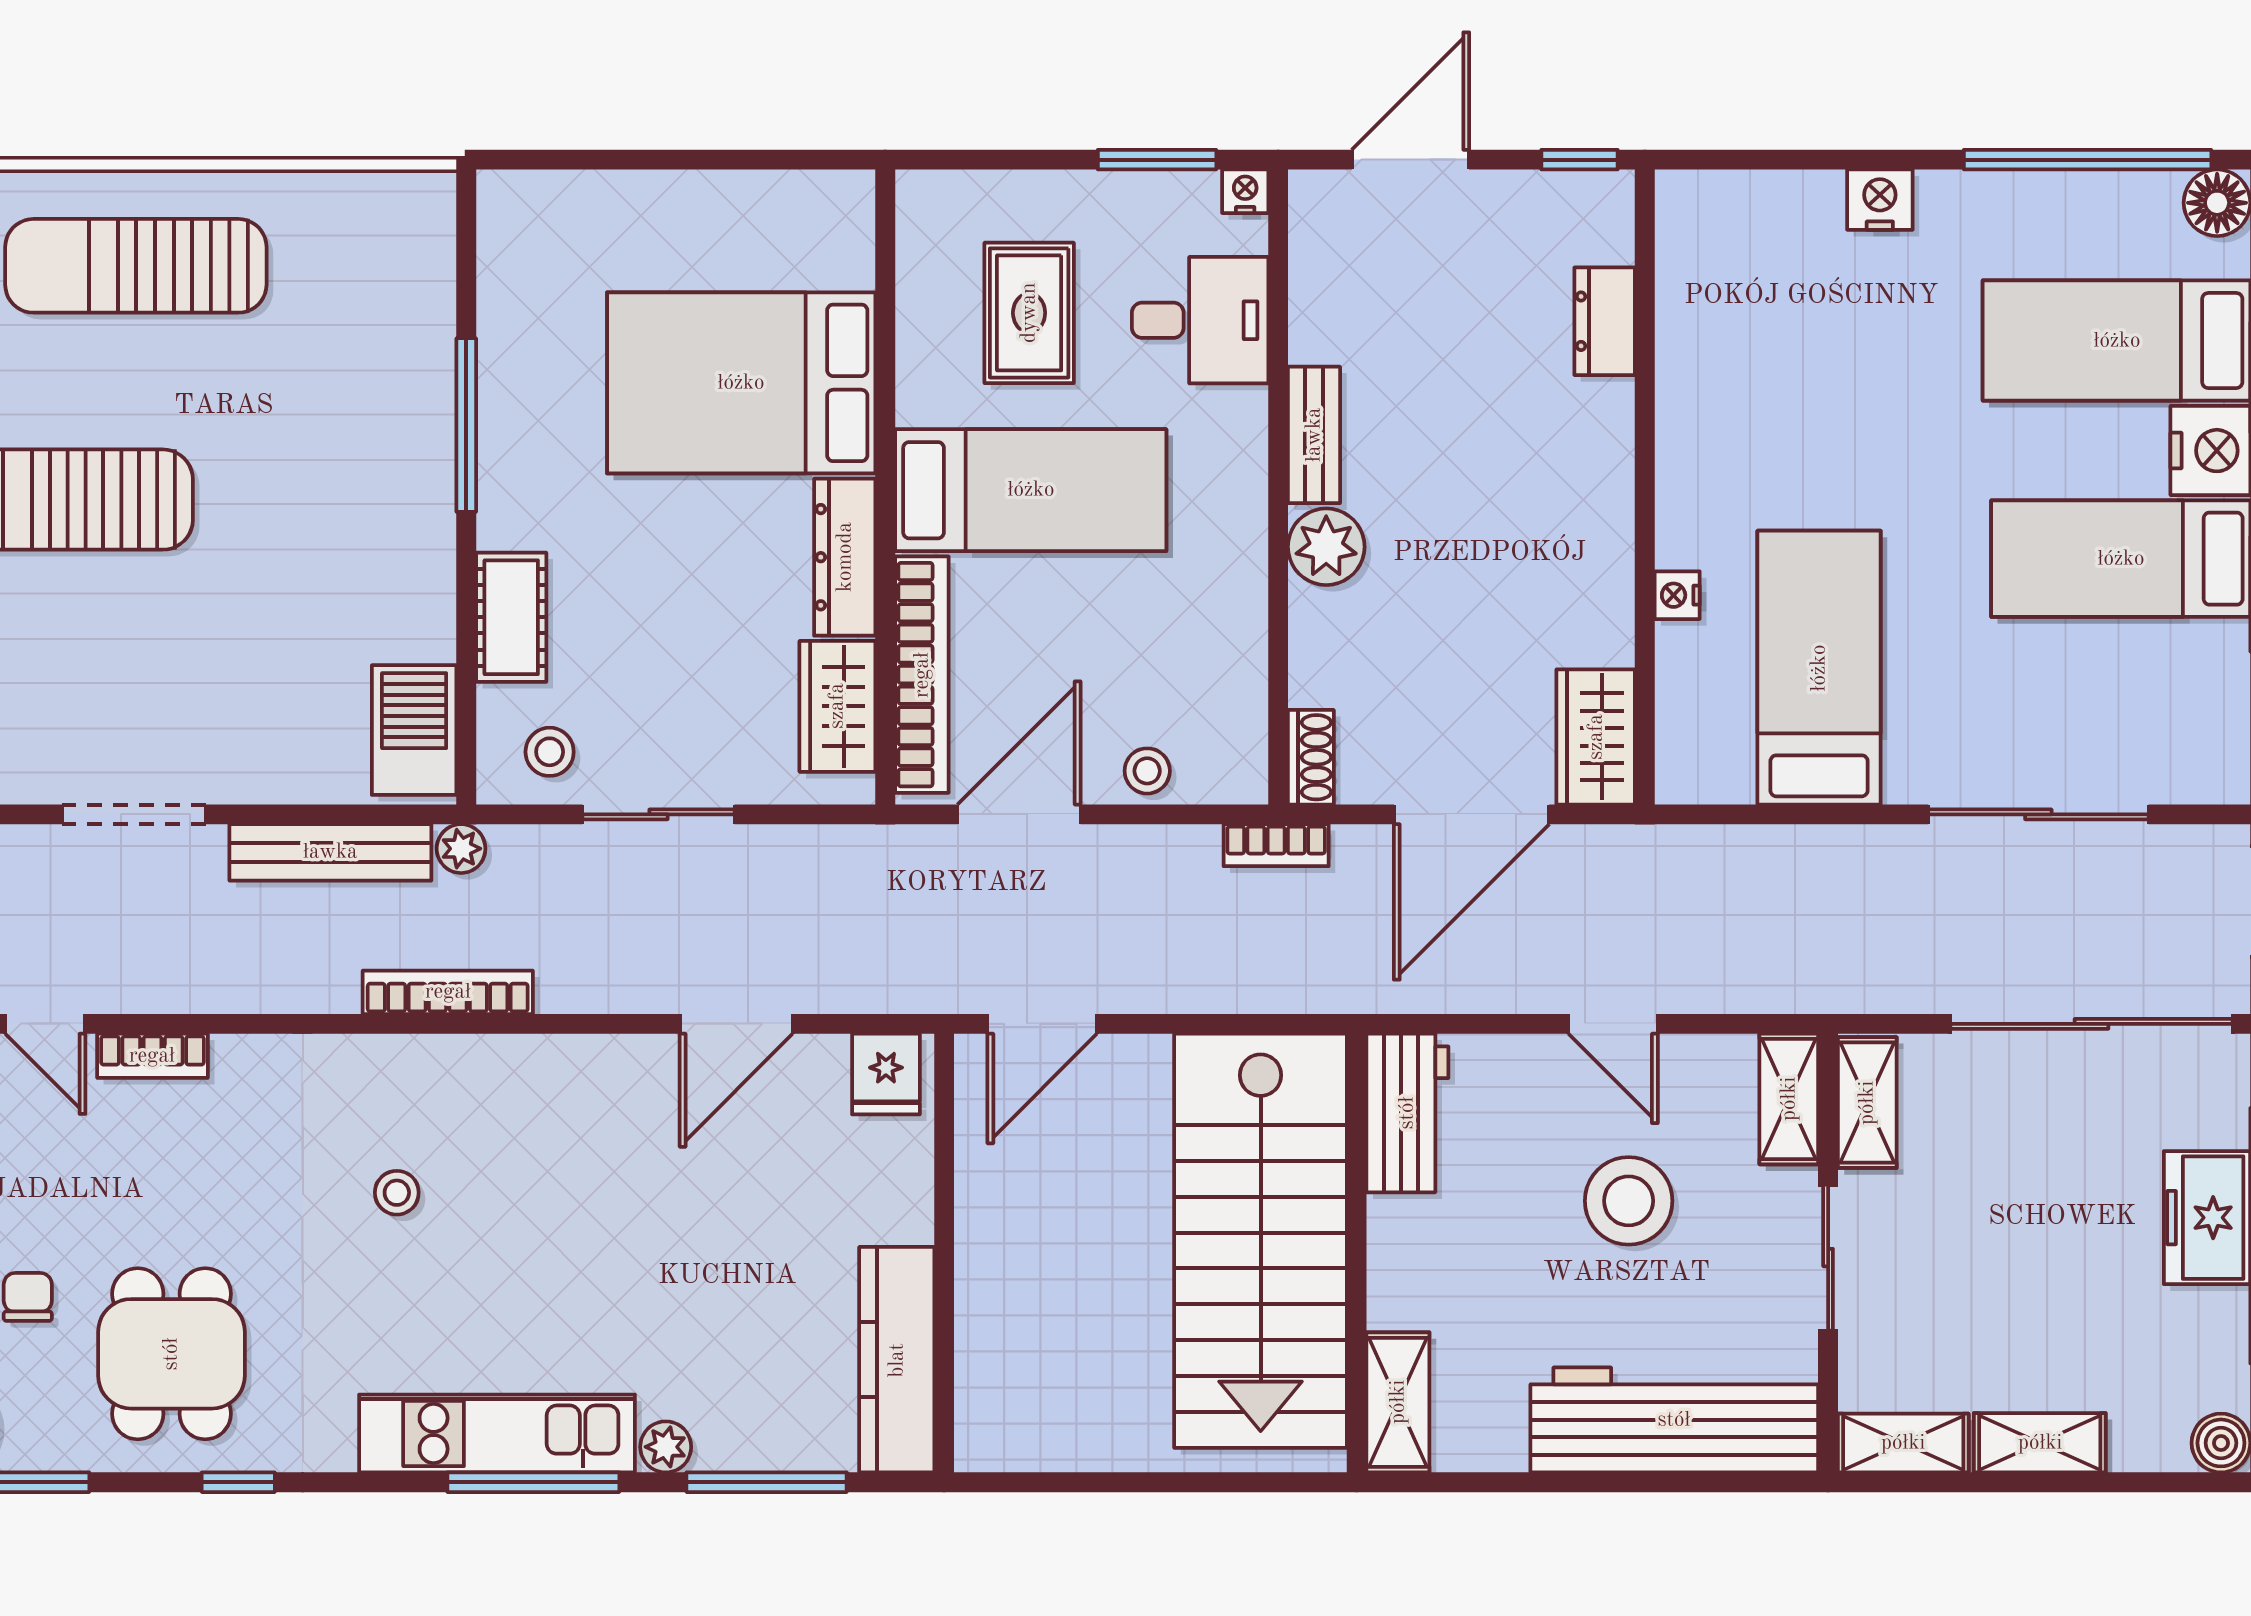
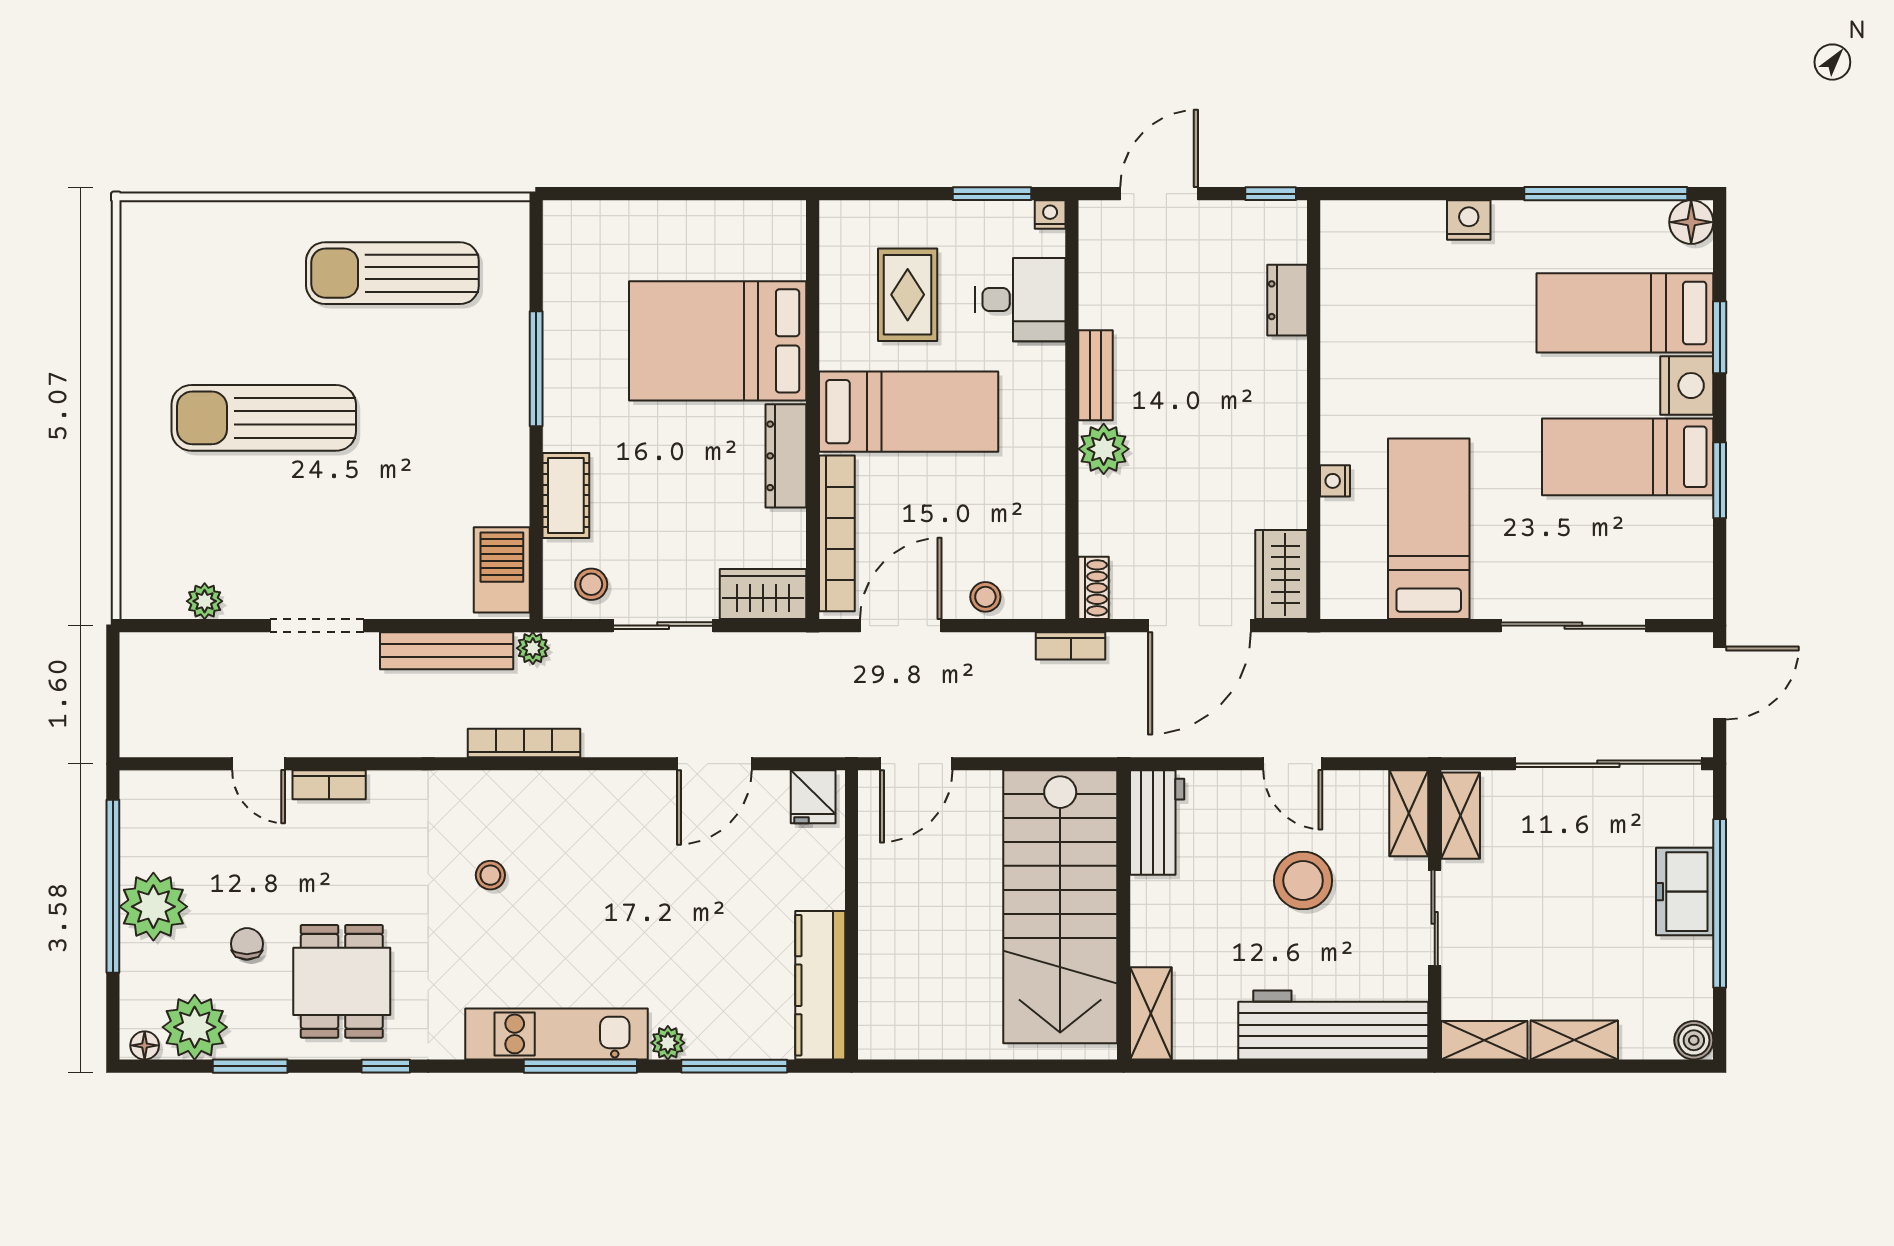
sun lounger: (136, 266) -> (392, 273), moved
wardrobe: (837, 706) -> (763, 594), moved, turned 90

